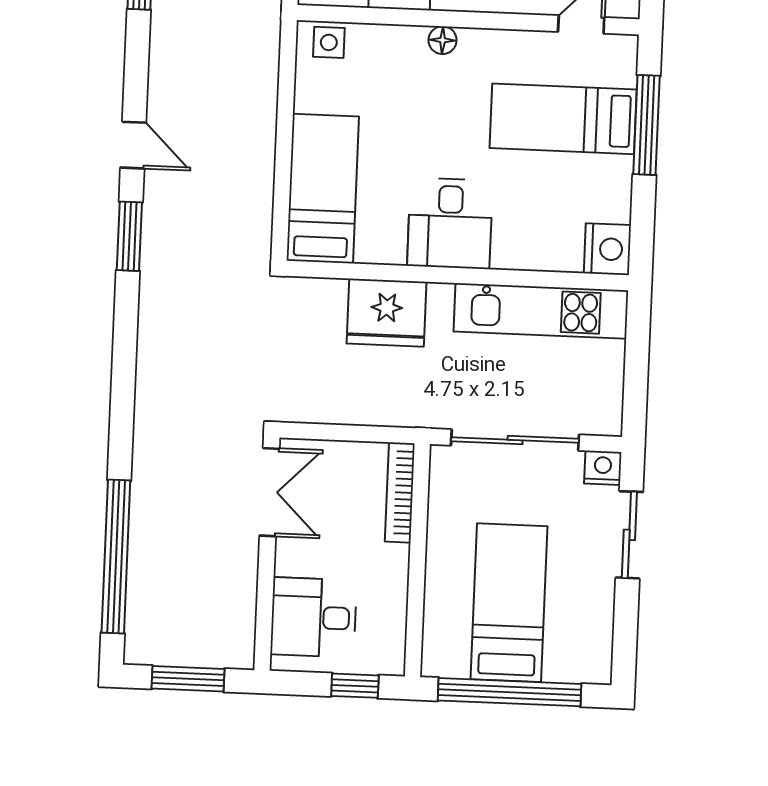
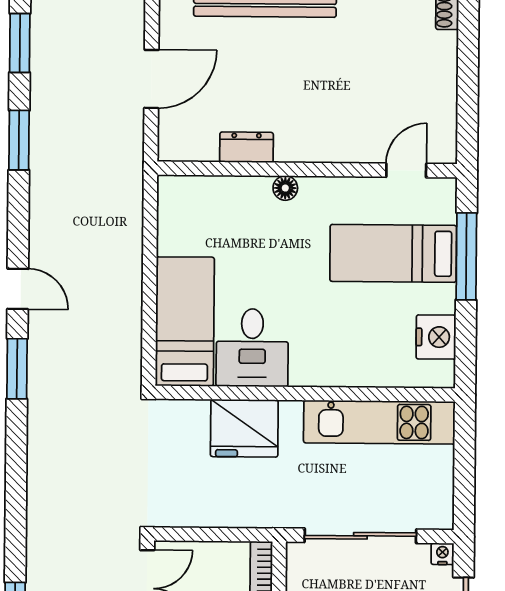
side table: (329, 42) -> (186, 193), removed
desk: (450, 223) -> (252, 348), moved
nightstand: (607, 249) -> (436, 337), moved
nightstand: (603, 468) -> (442, 554), width x0.72, depth x0.74

